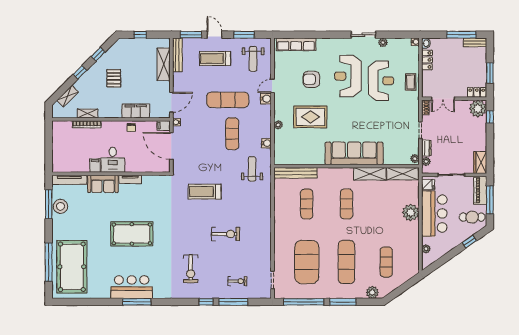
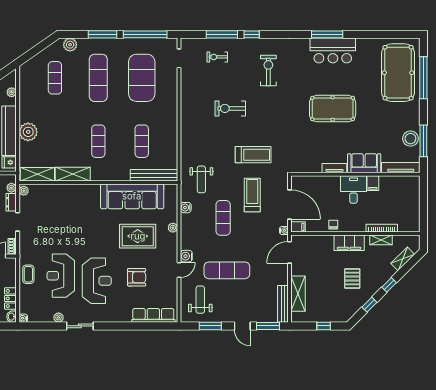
treadmill: (215, 58) -> (252, 195), moved, turned -90
exercise mat: (228, 100) -> (227, 270), moved
filing cabinet: (136, 111) -> (349, 243), moved
sofa: (354, 153) -> (132, 196), moved

